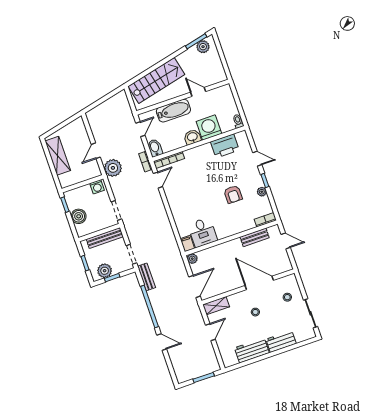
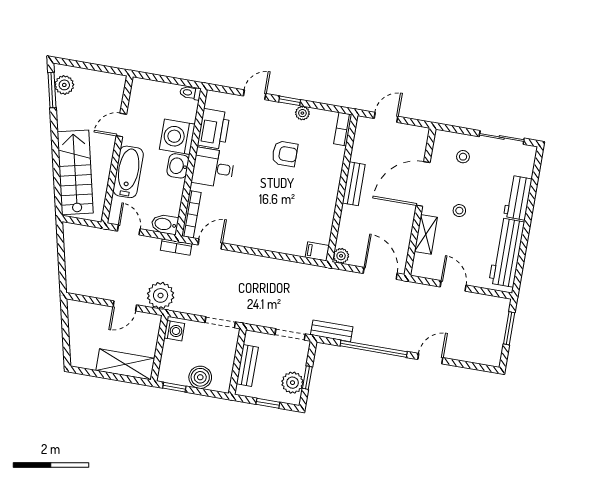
door: (96, 151) -> (125, 306), hinge flipped
shelving: (58, 156) -> (125, 364), moved
door: (158, 180) -> (210, 244), hinge flipped
desk: (203, 232) -> (213, 168), moved, turned 180
bench: (255, 237) -> (354, 184), moved
bench: (105, 238) -> (247, 366), width x0.73
shelving: (216, 306) -> (426, 234), moved
workbench: (252, 350) -> (507, 252), width x1.38

